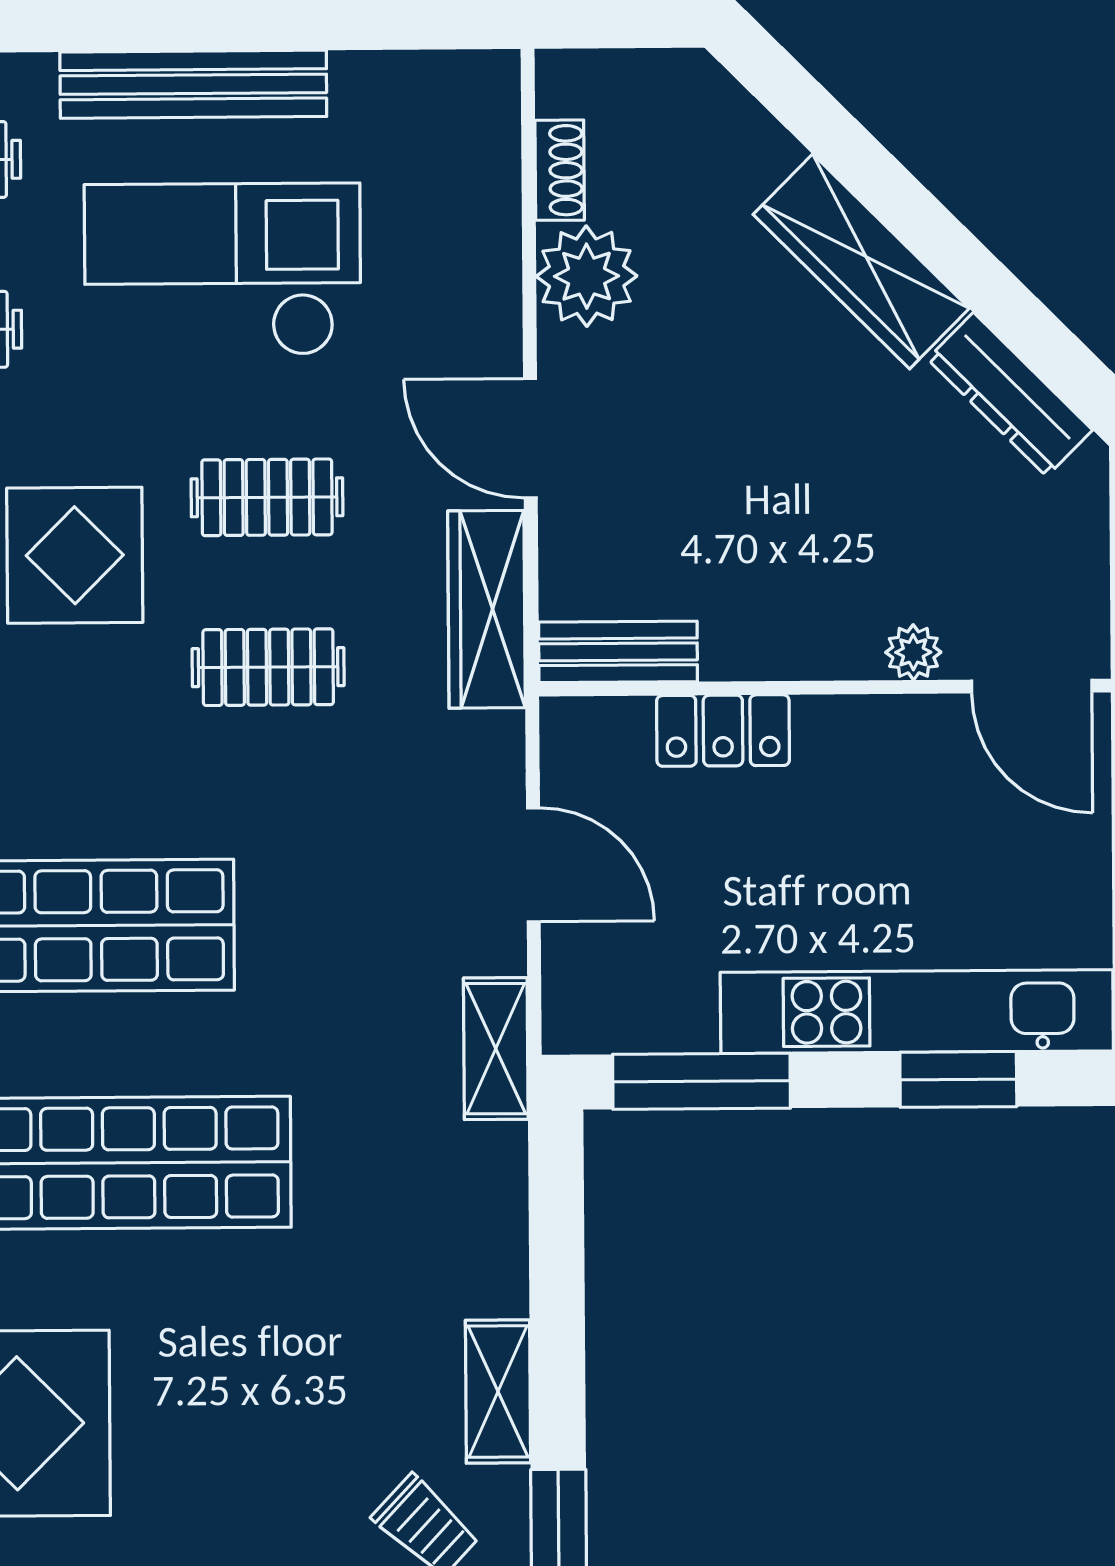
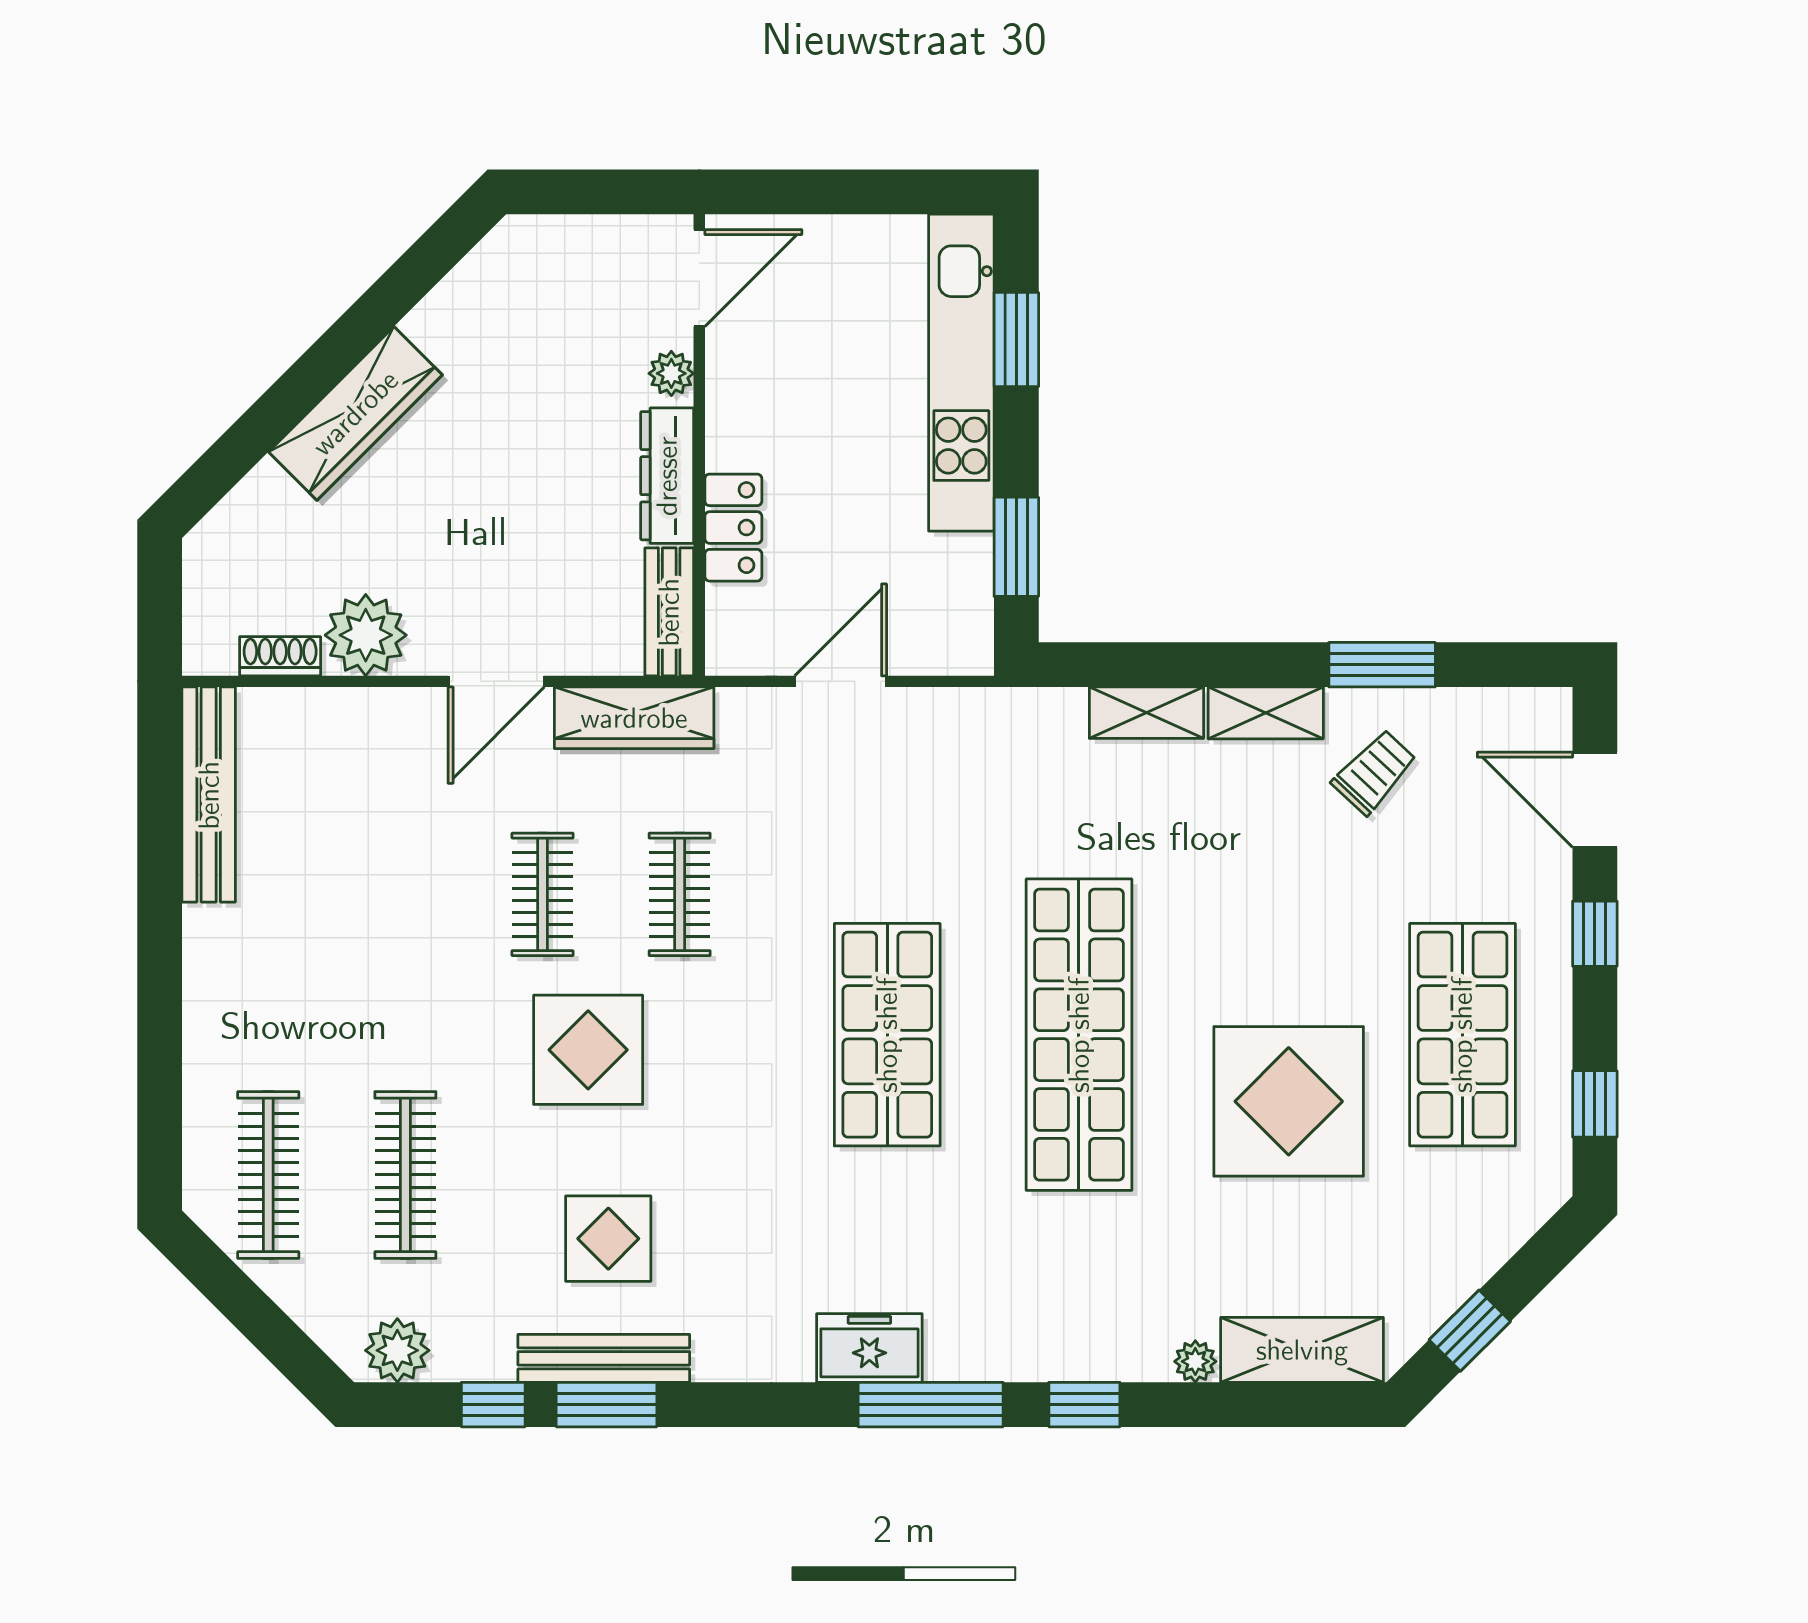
bench: (193, 84) -> (209, 795), moved
checkout: (223, 270) -> (359, 929), removed
dresser: (1010, 395) -> (667, 476), moved, turned 135
shelving: (496, 1049) -> (1146, 713), moved
window: (702, 1081) -> (1016, 547), width x0.69

